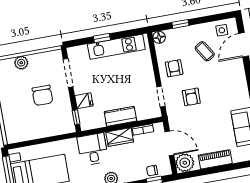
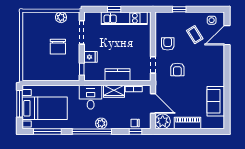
floor lamp: (159, 37) -> (160, 17), removed
plant: (21, 63) -> (61, 17), moved

